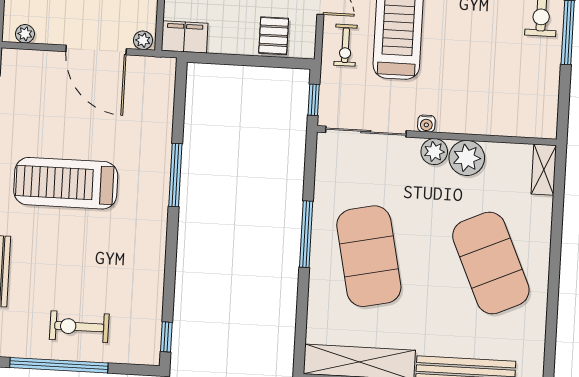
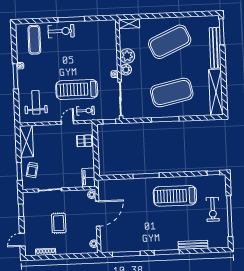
treadmill: (66, 183) -> (175, 196), moved, turned 90

